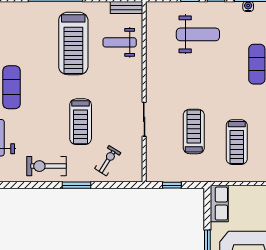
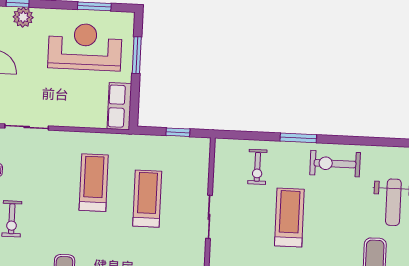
treadmill: (194, 131) -> (147, 199), turned 180
exercise bike: (108, 161) -> (257, 167), turned -32
exercise bike: (46, 166) -> (335, 164), turned 180

